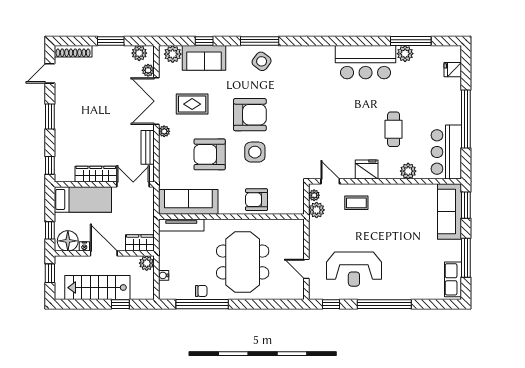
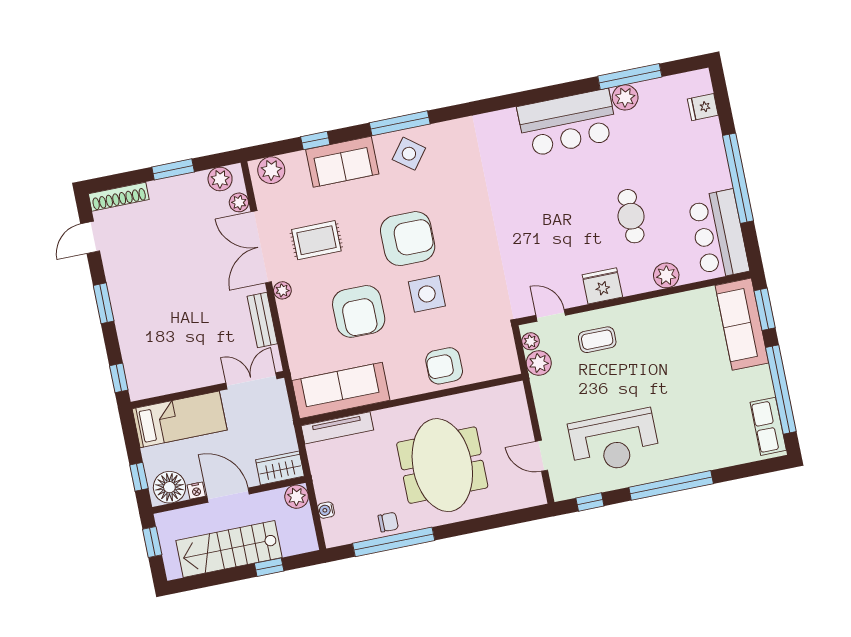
sofa: (204, 58) -> (342, 162), moved
armchair: (210, 154) -> (359, 311), turned -90
wardrobe: (96, 174) -> (191, 377), removed
window: (466, 258) -> (781, 389), width x1.46

